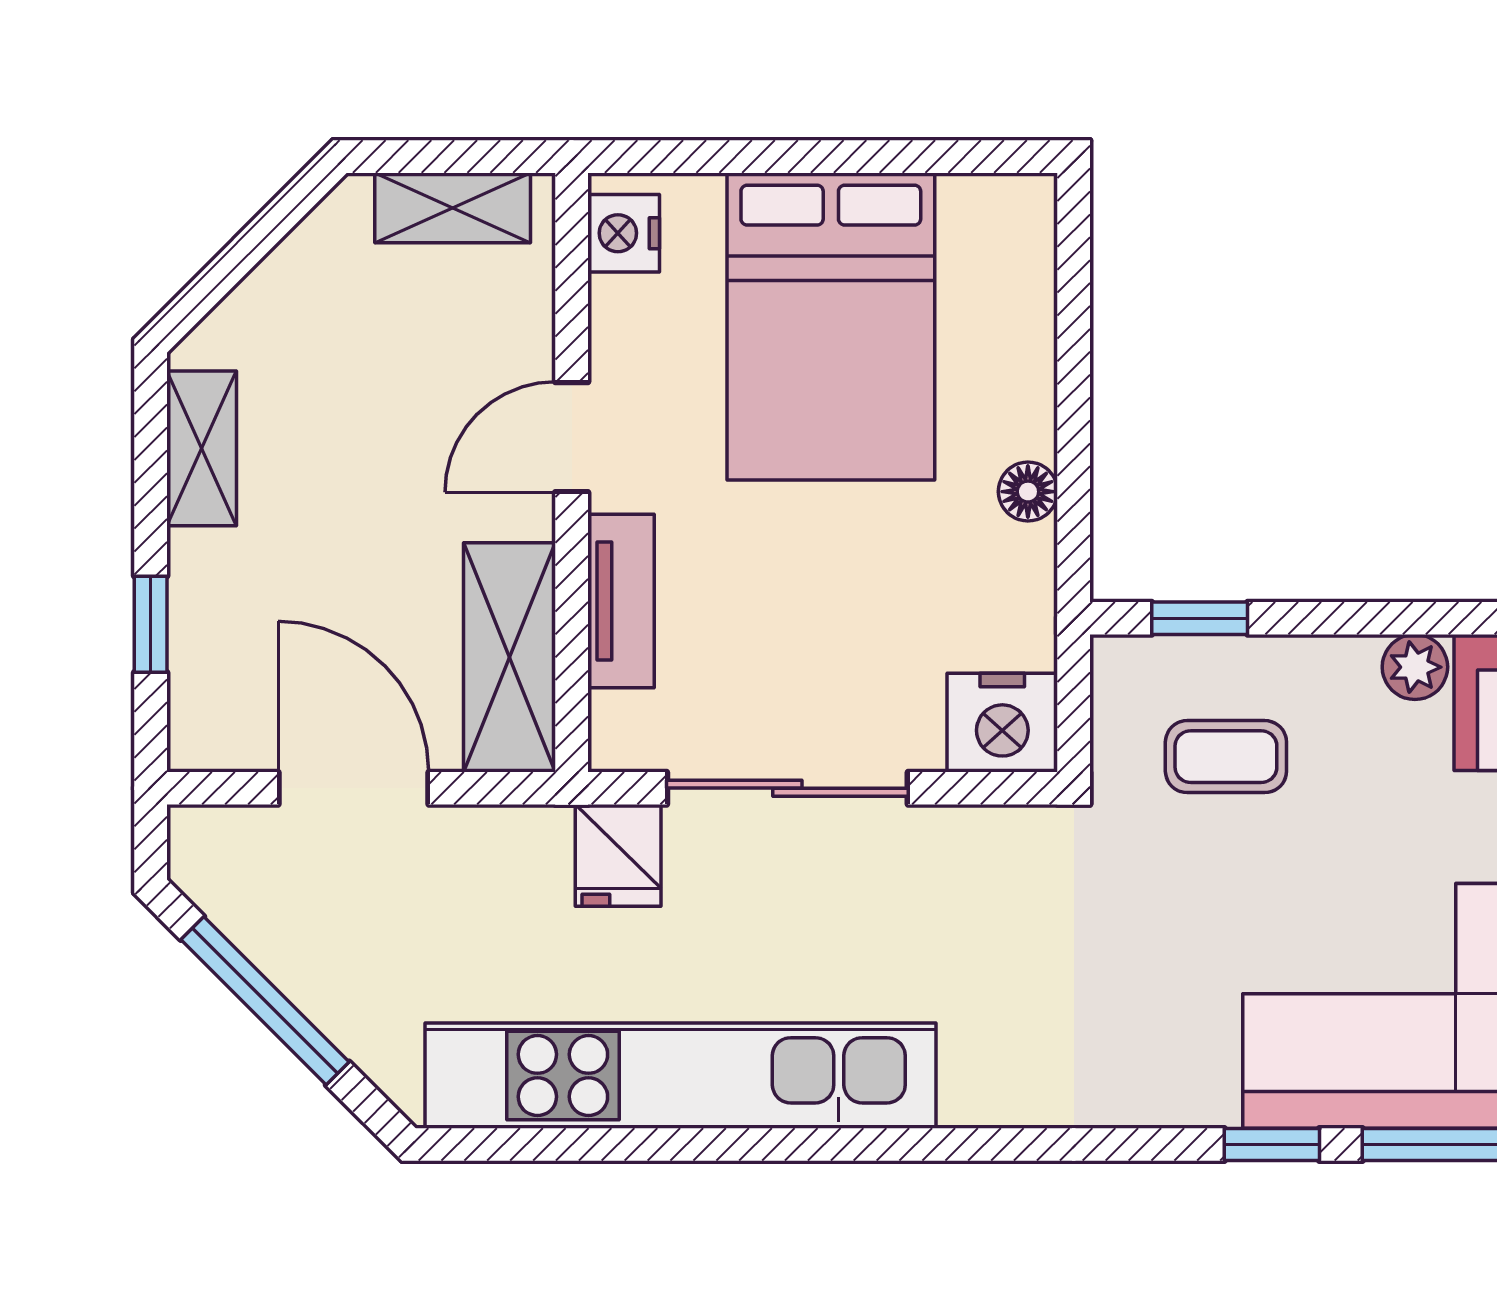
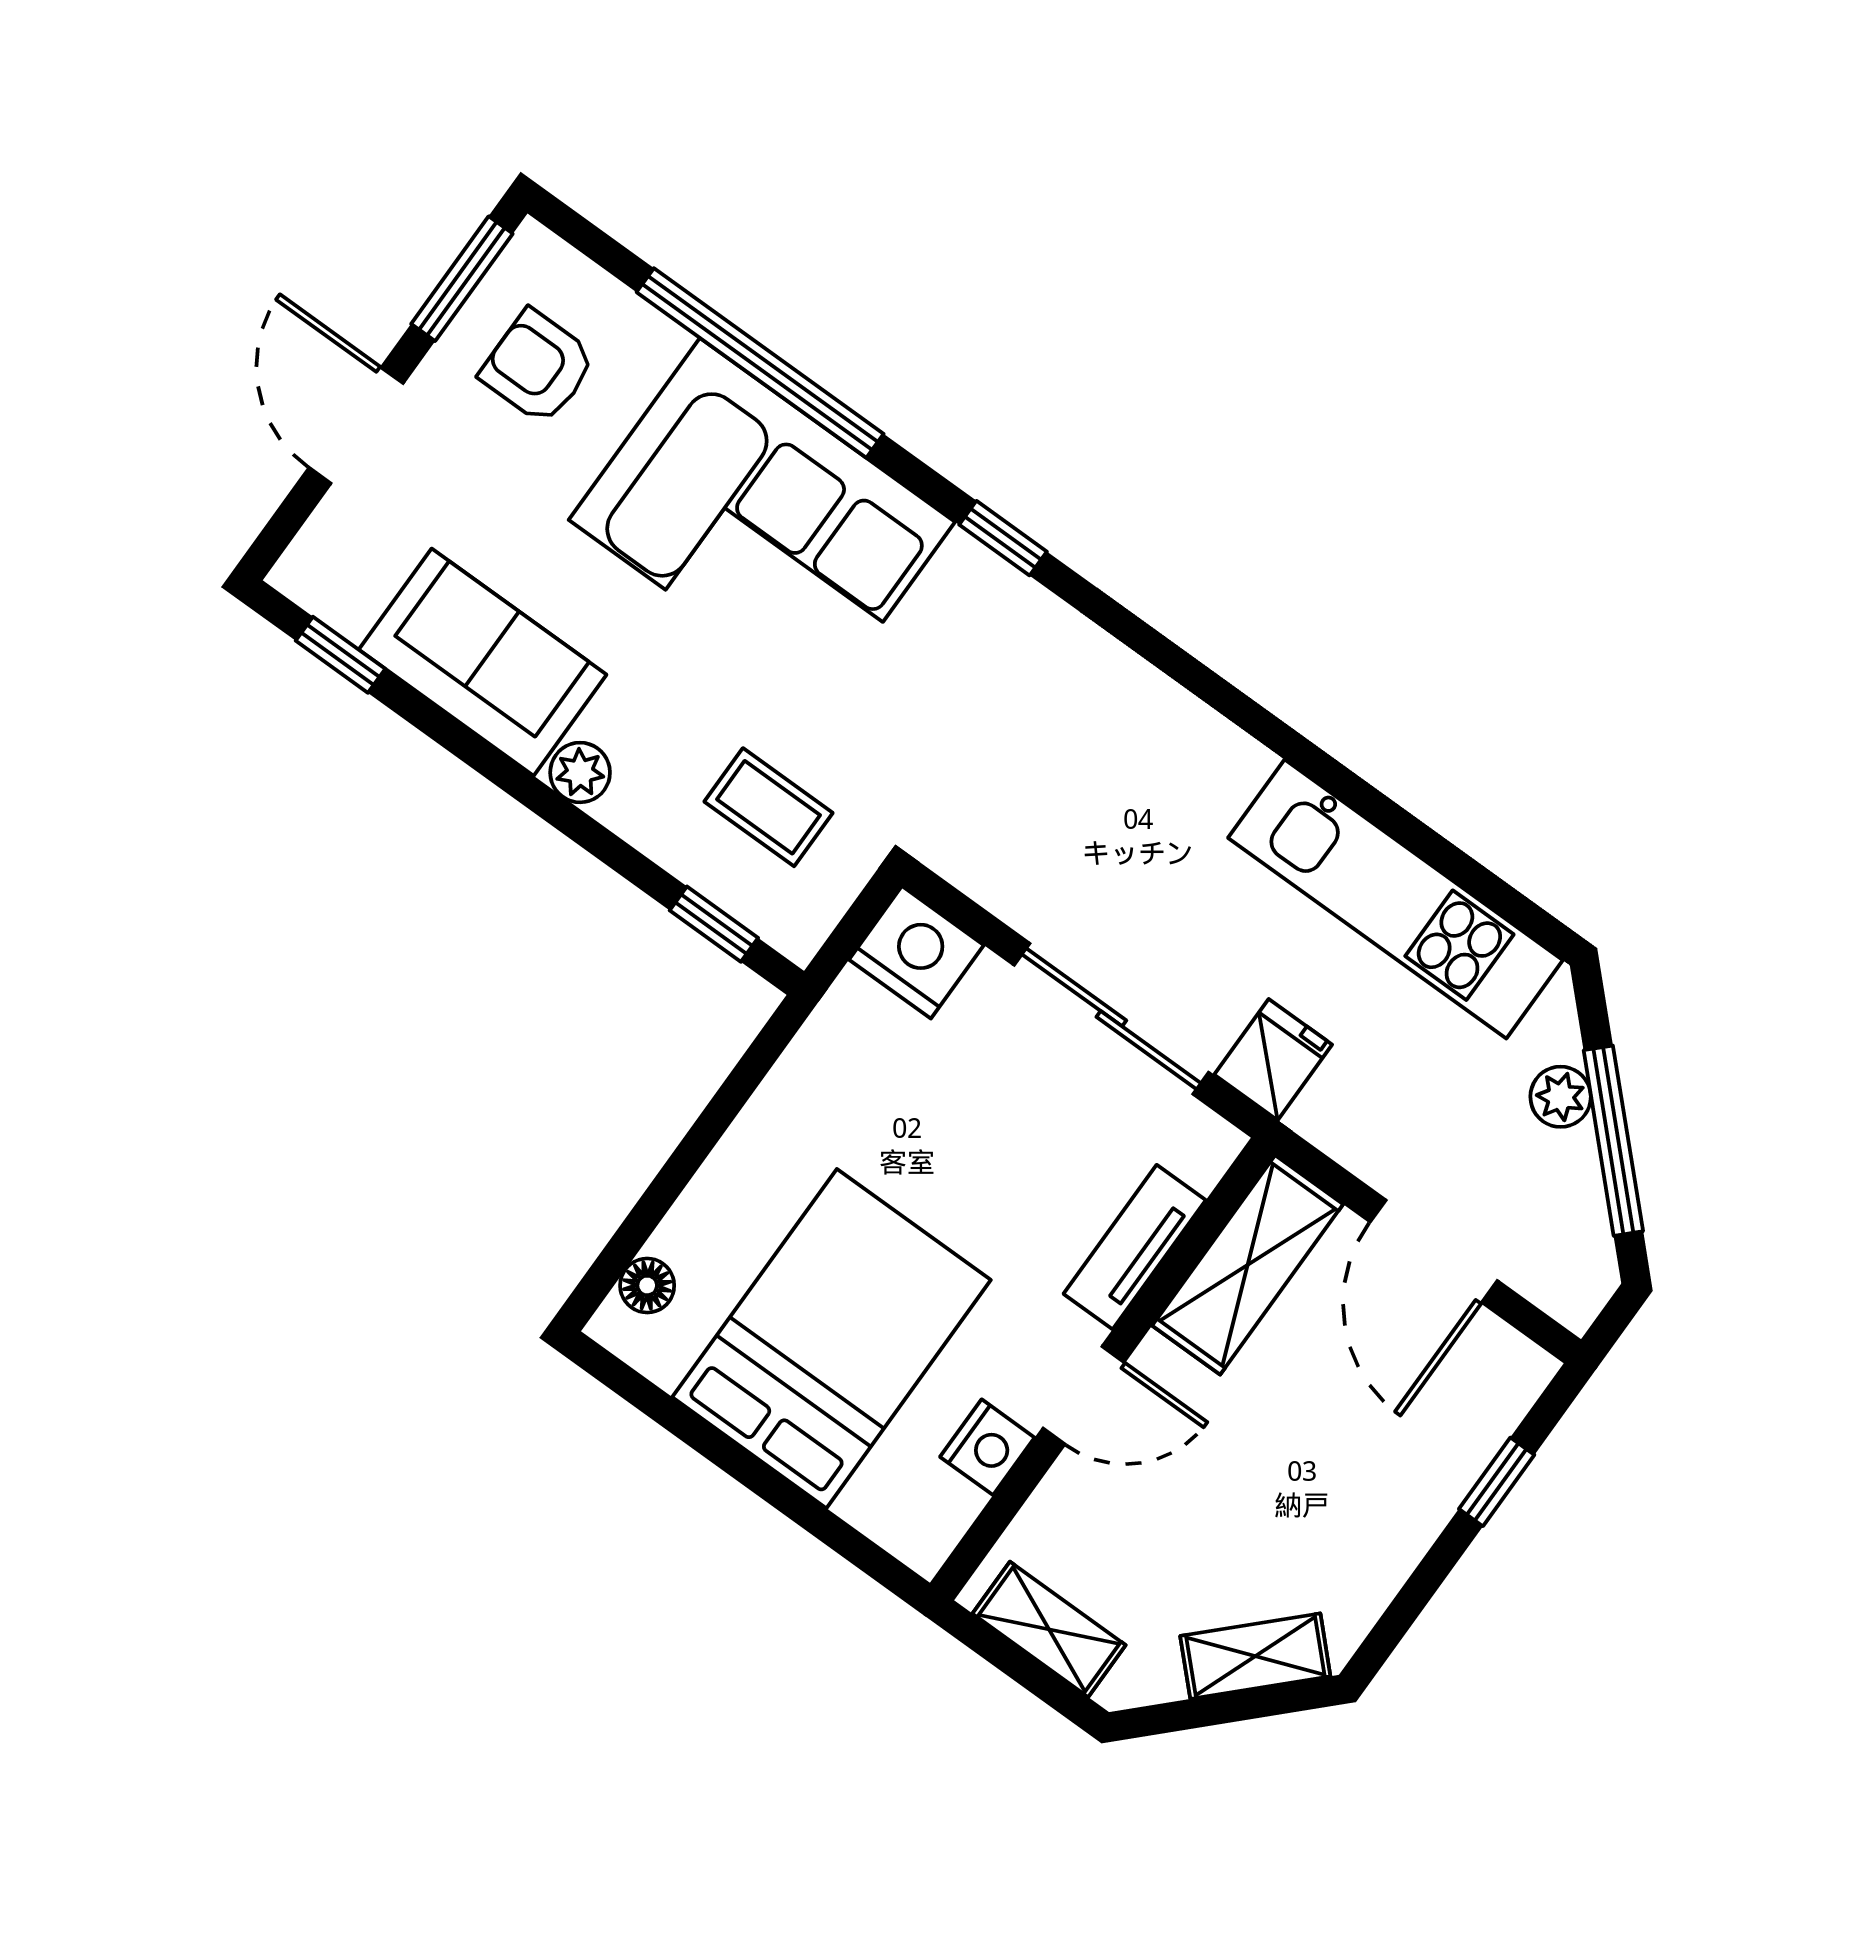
nightstand: (624, 233) -> (987, 1447), moved
shelving: (202, 448) -> (1255, 1656), moved, turned 45
floor lamp: (1028, 492) -> (647, 1285), moved
plant: (340, 1006) -> (1561, 1097), added
kitchen unit: (680, 1076) -> (1395, 899), width x0.73
window: (1272, 1145) -> (1003, 538), moved

